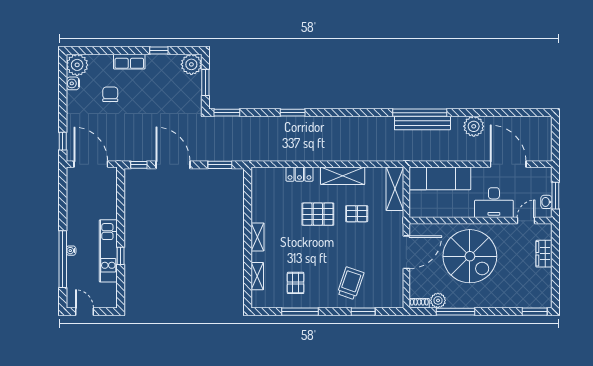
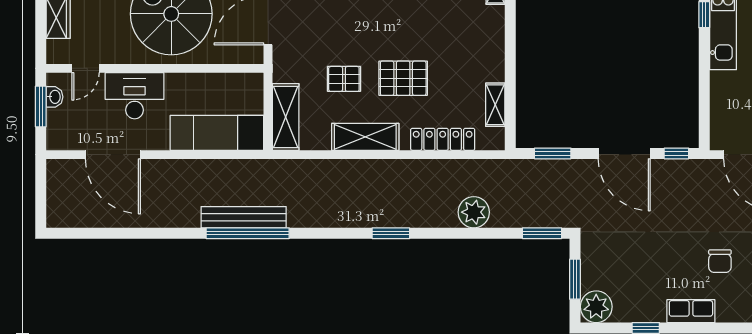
window: (293, 113) -> (391, 233), moved
plant: (474, 126) -> (474, 212), moved
locker: (299, 174) -> (443, 139), width x1.53
shelving: (258, 237) -> (495, 105), moved

